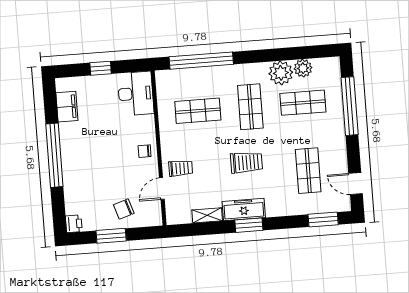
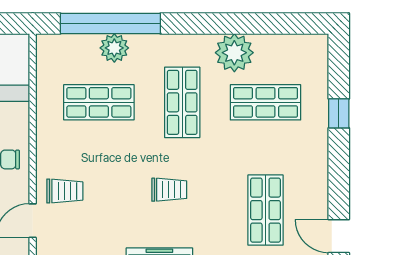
plant: (303, 68) -> (114, 48), moved
window: (350, 106) -> (339, 113), width x0.32
trolley: (246, 162) -> (169, 190), width x0.73, depth x0.72

